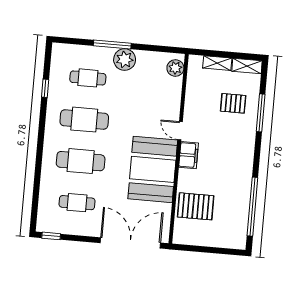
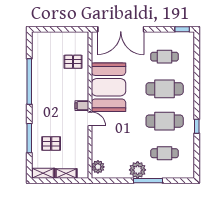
window: (45, 88) -> (197, 126), moved
filing cabinet: (189, 155) -> (82, 106), width x0.50
pallet: (196, 206) -> (73, 62), width x0.67, depth x0.71
window: (252, 207) -> (29, 81), moved

